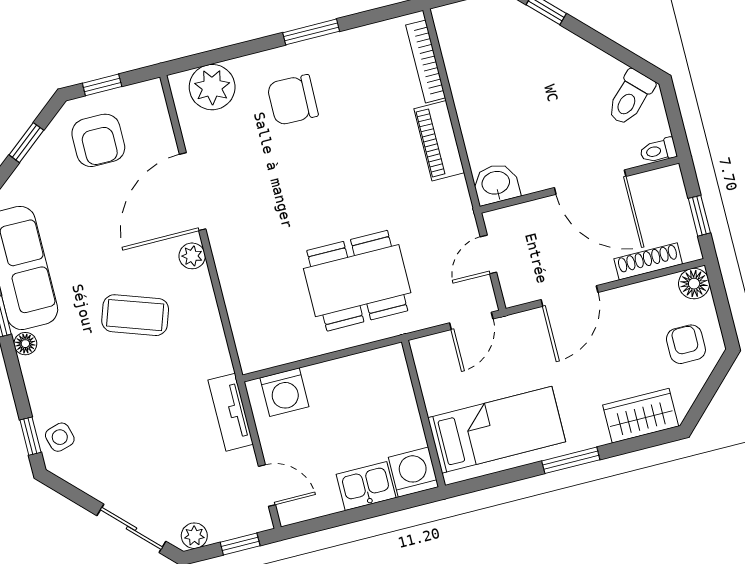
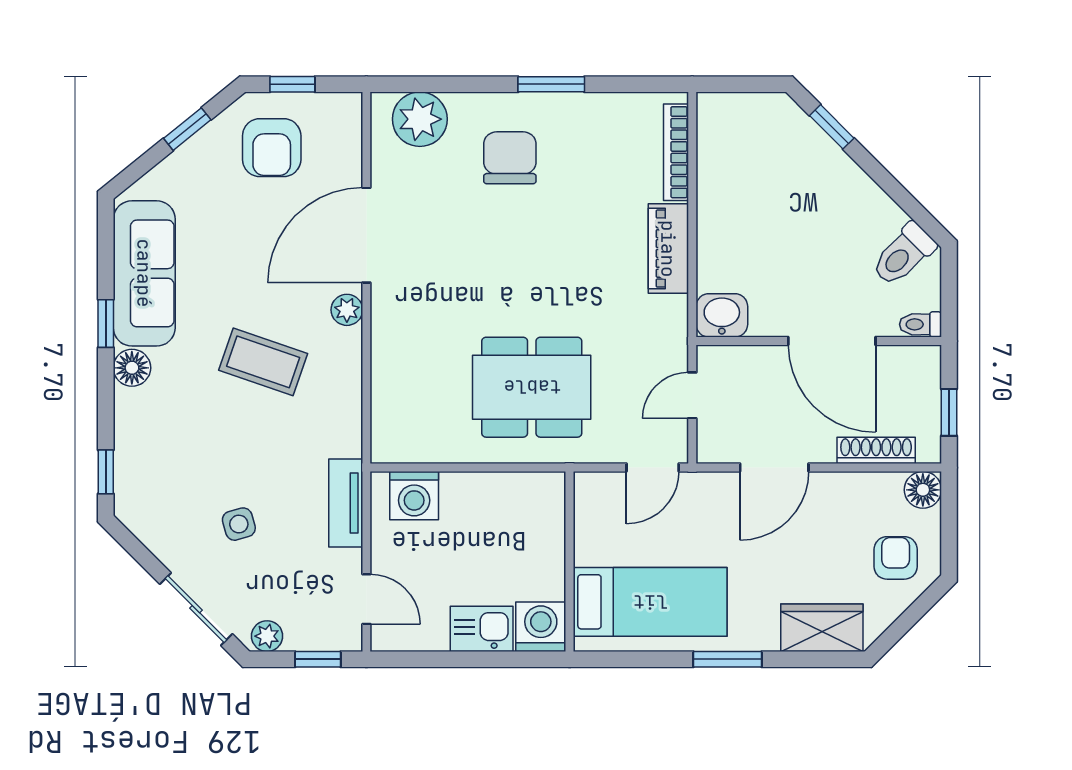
chair: (293, 100) -> (510, 158), turned 89
floor lamp: (25, 344) -> (132, 368), width x1.37, depth x1.37
side table: (60, 437) -> (239, 524), moved

